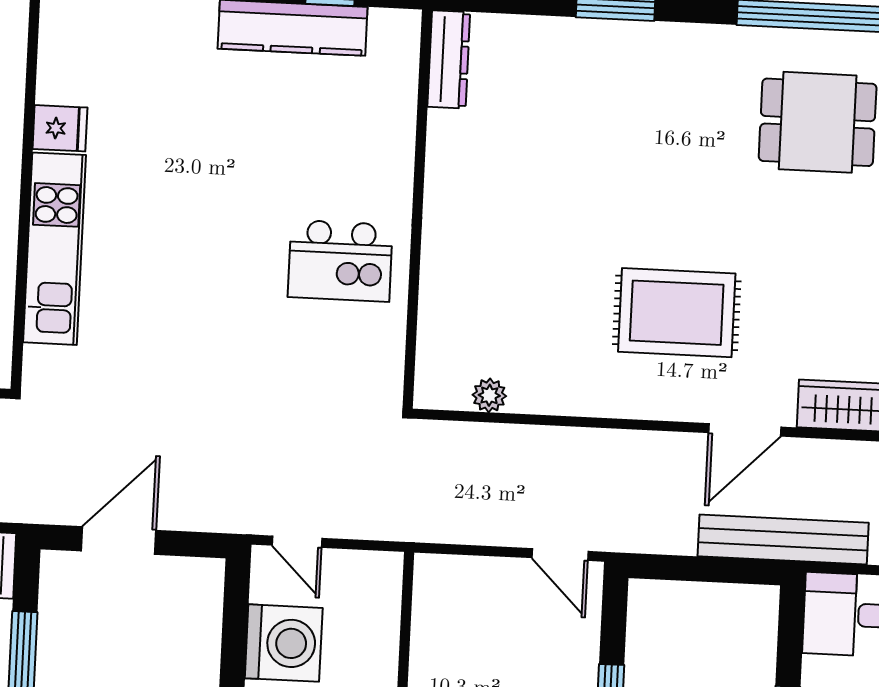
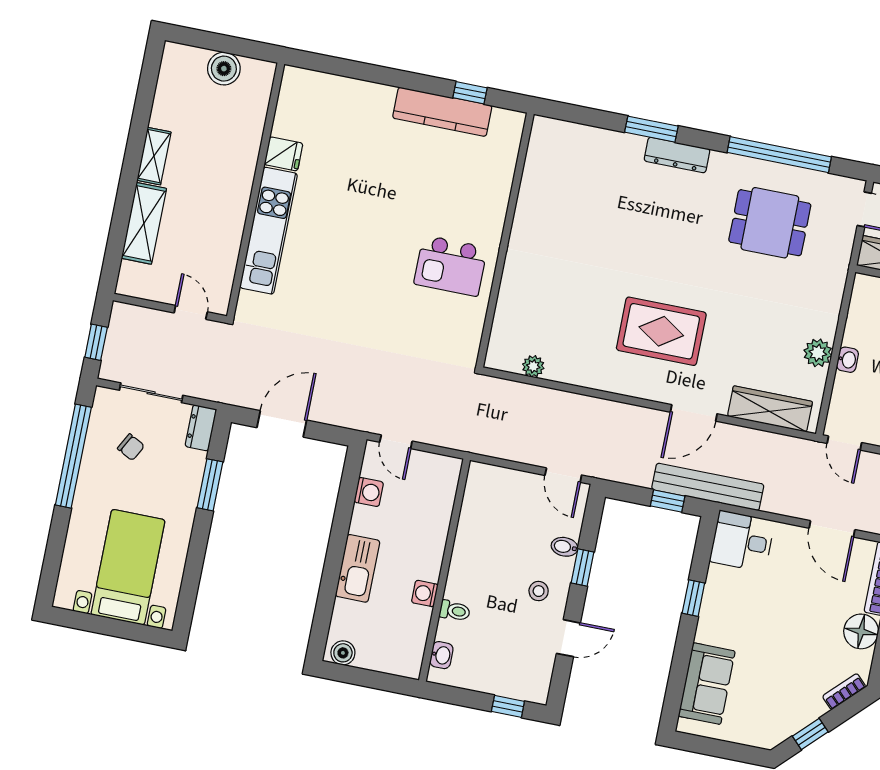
dresser: (449, 59) -> (677, 155), moved, turned 90
window: (725, 570) -> (668, 501), added
washing machine: (284, 643) -> (369, 492), width x0.53, depth x0.53
bidet: (578, 664) -> (565, 547), added

